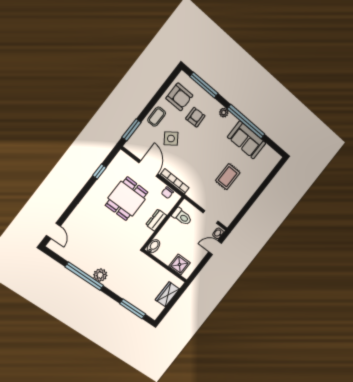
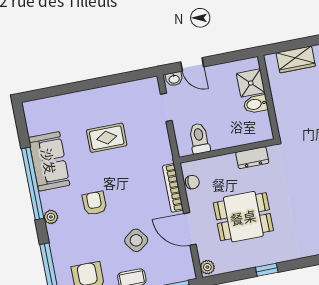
armchair: (195, 117) -> (94, 203), moved, turned 92
plant: (123, 157) -> (207, 267), added
door: (148, 168) -> (190, 229), hinge flipped
window: (99, 172) -> (267, 270), moved
dresser: (156, 220) -> (252, 158), moved
bidet: (153, 246) -> (256, 104), moved

